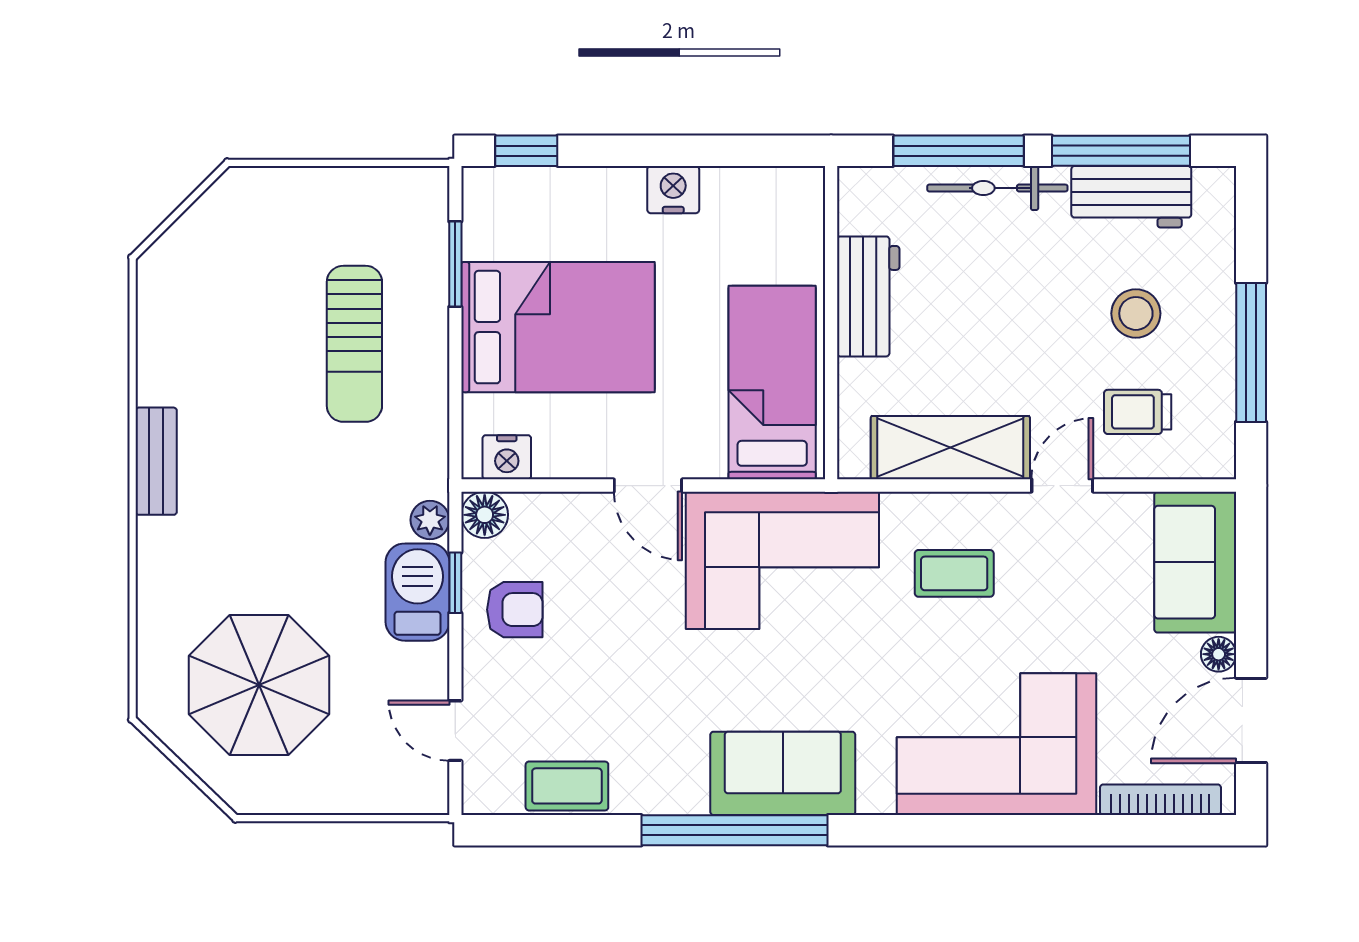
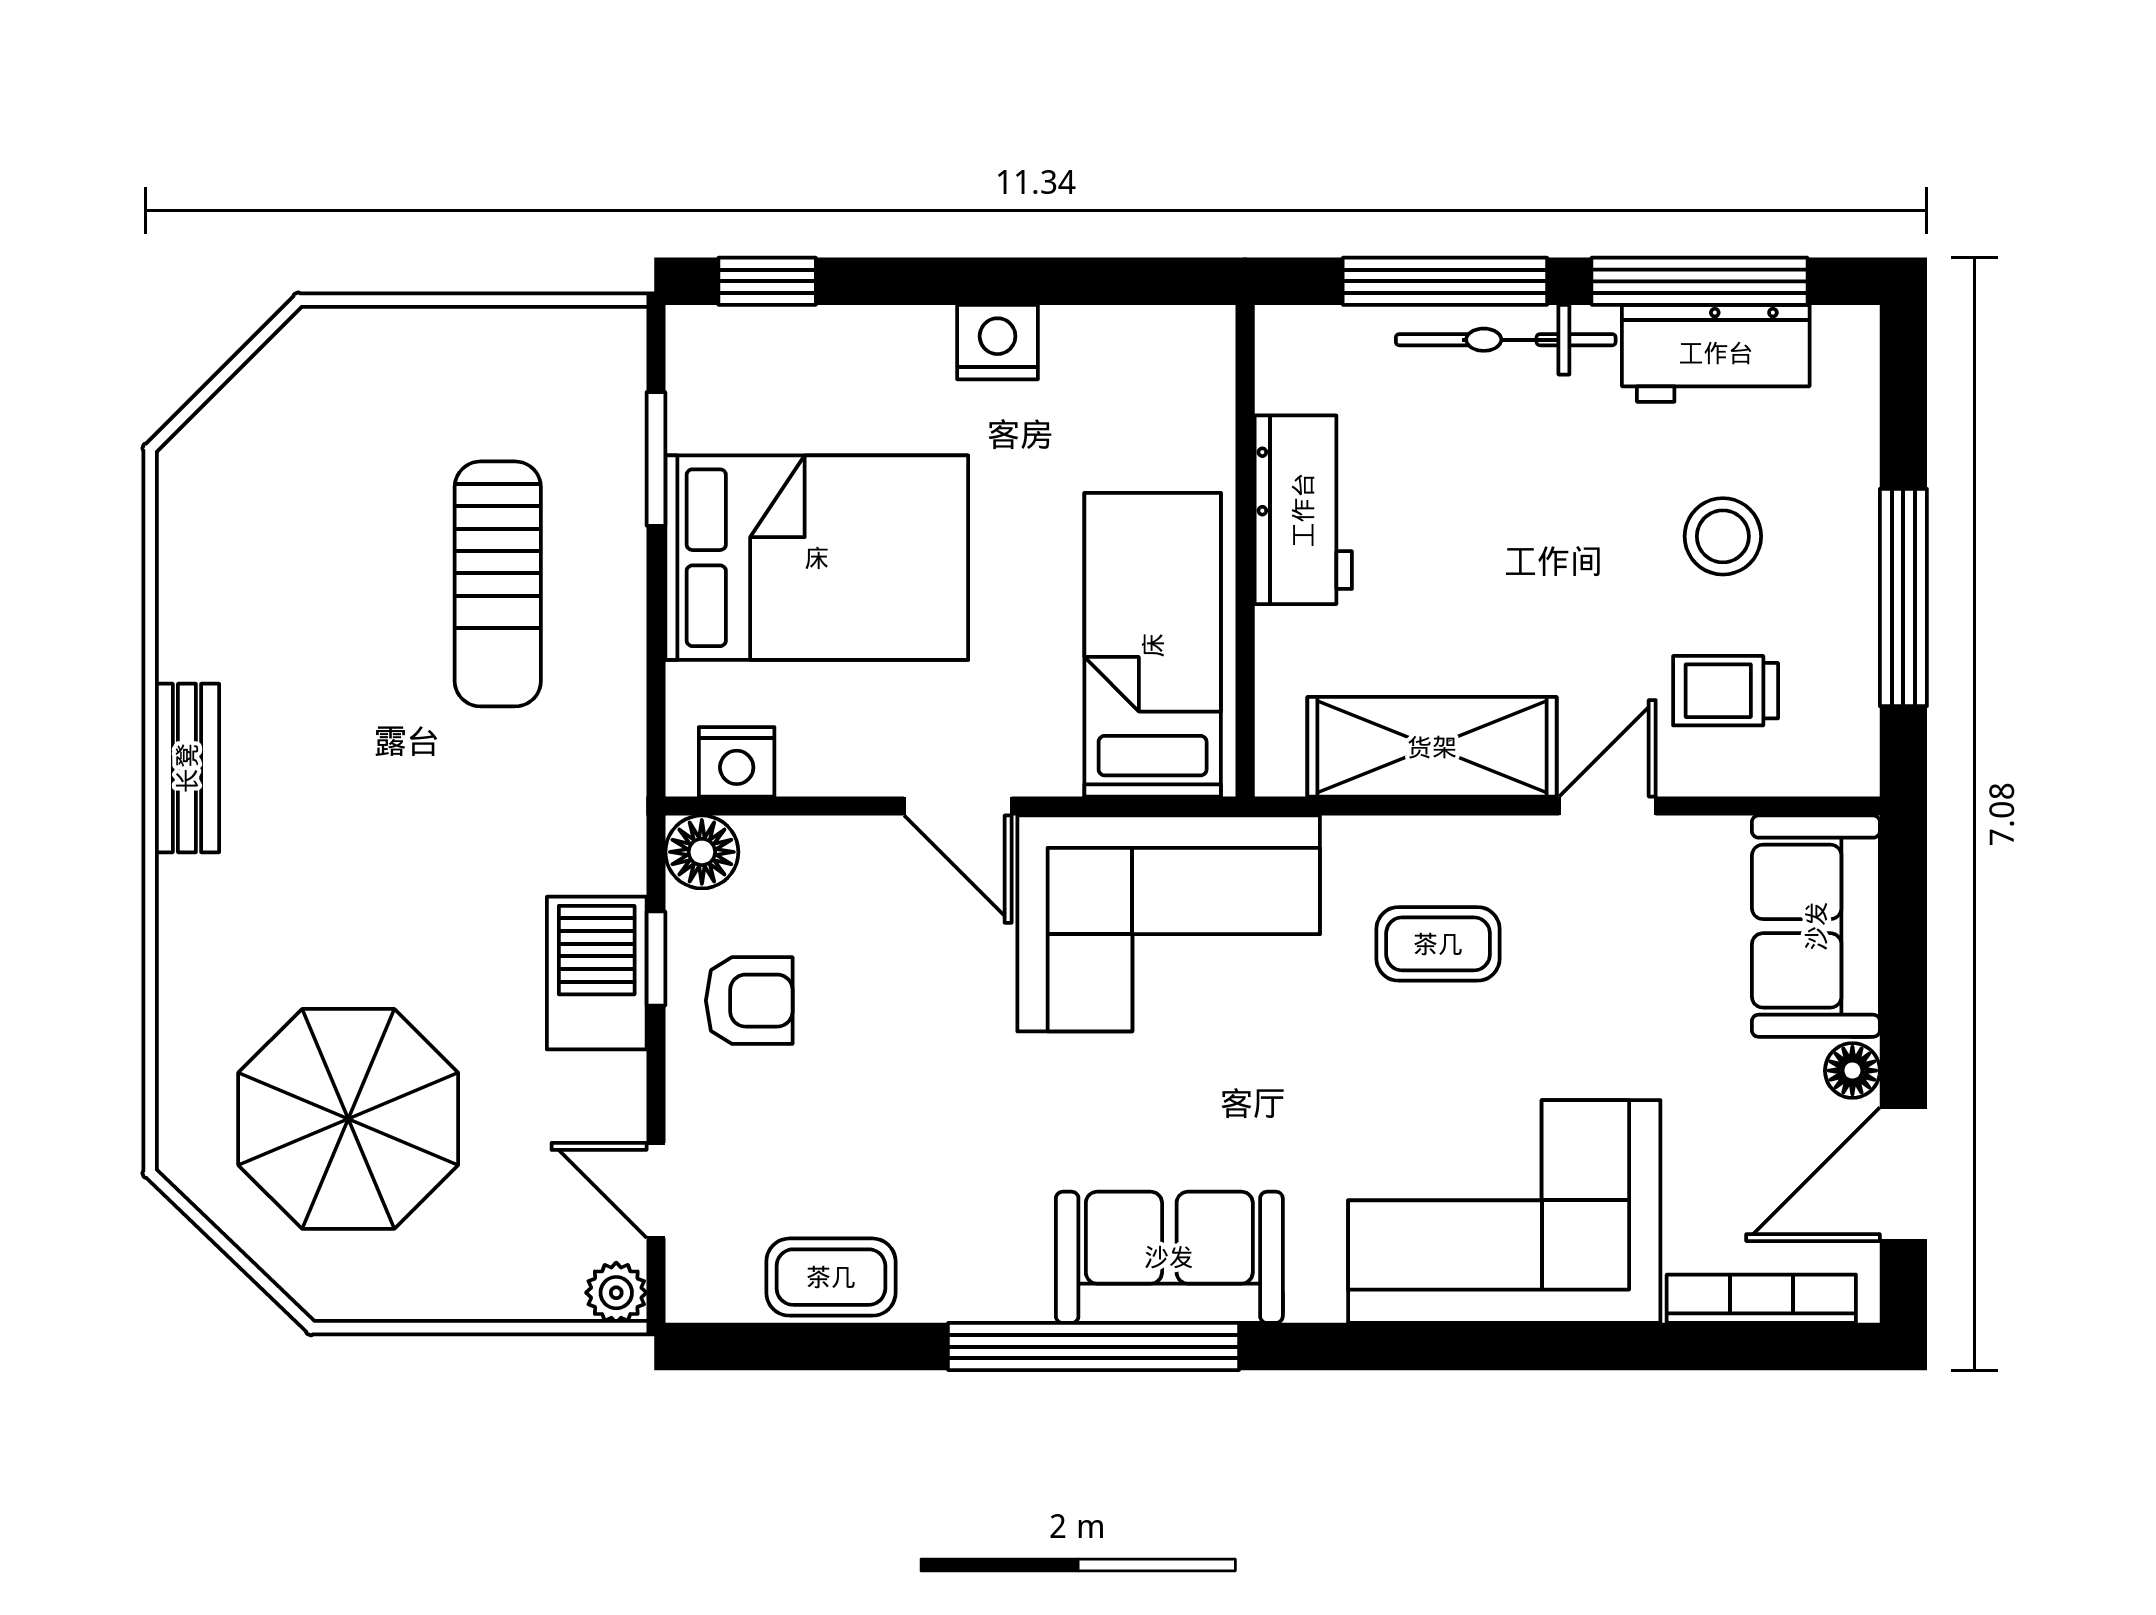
plant: (430, 520) -> (616, 1293), moved

